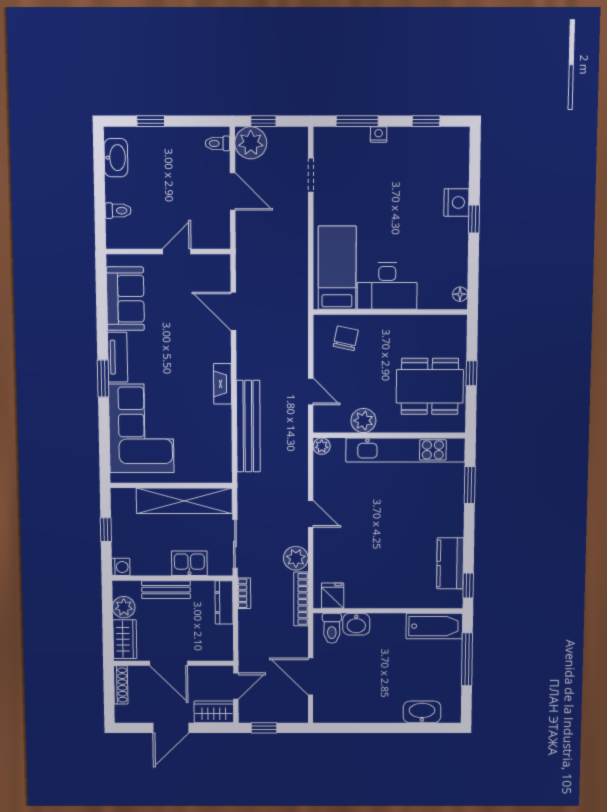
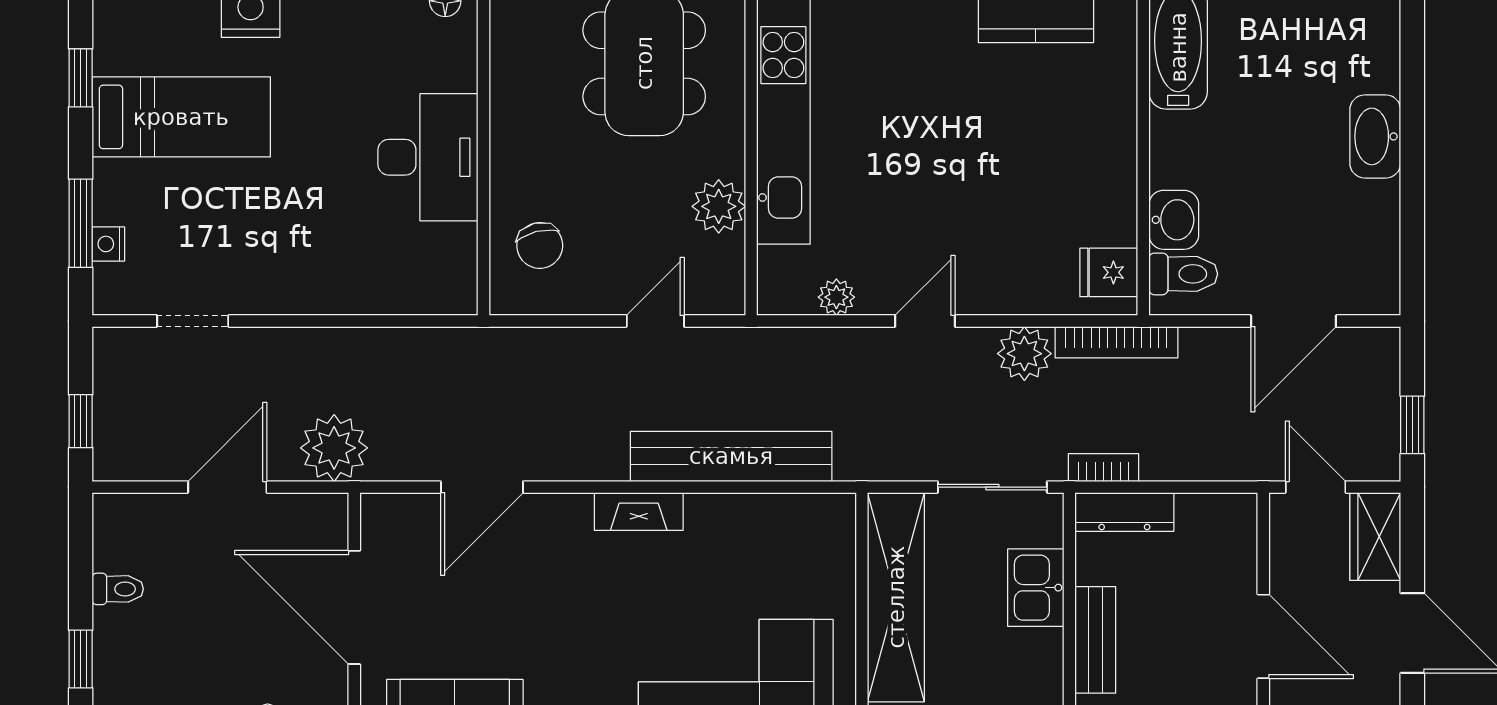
nightstand: (379, 134) -> (108, 244), moved
toilet: (218, 143) -> (118, 589), moved, turned -90
plant: (251, 143) -> (334, 448), moved
door: (177, 252) -> (354, 607), width x1.87
bed: (337, 268) -> (181, 117), moved, turned 180
chair: (346, 338) -> (540, 246), turned -116
plant: (322, 446) -> (836, 297), moved
door: (169, 663) -> (1263, 636), hinge flipped
washbasin: (422, 712) -> (1375, 136), moved

